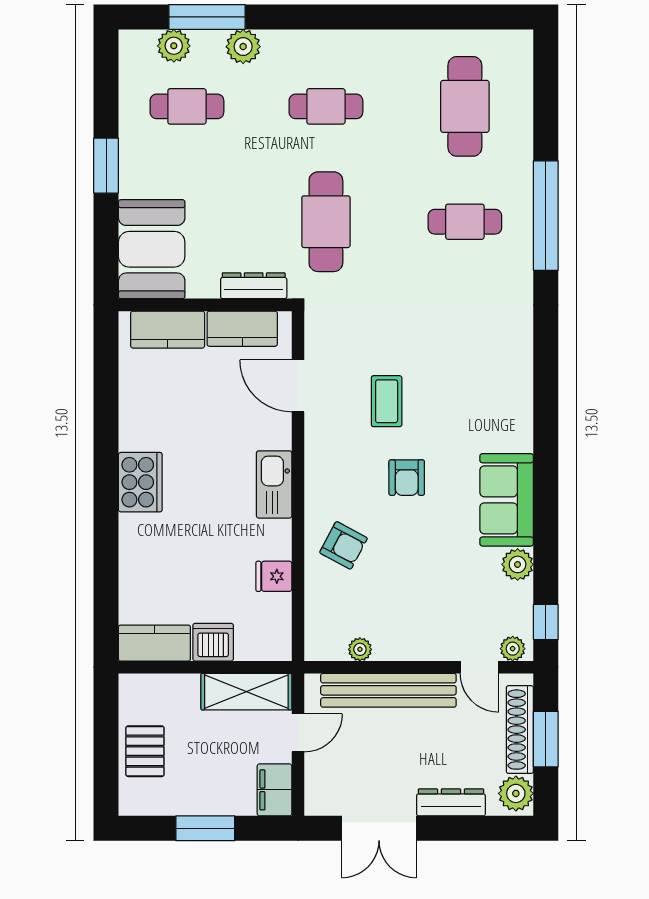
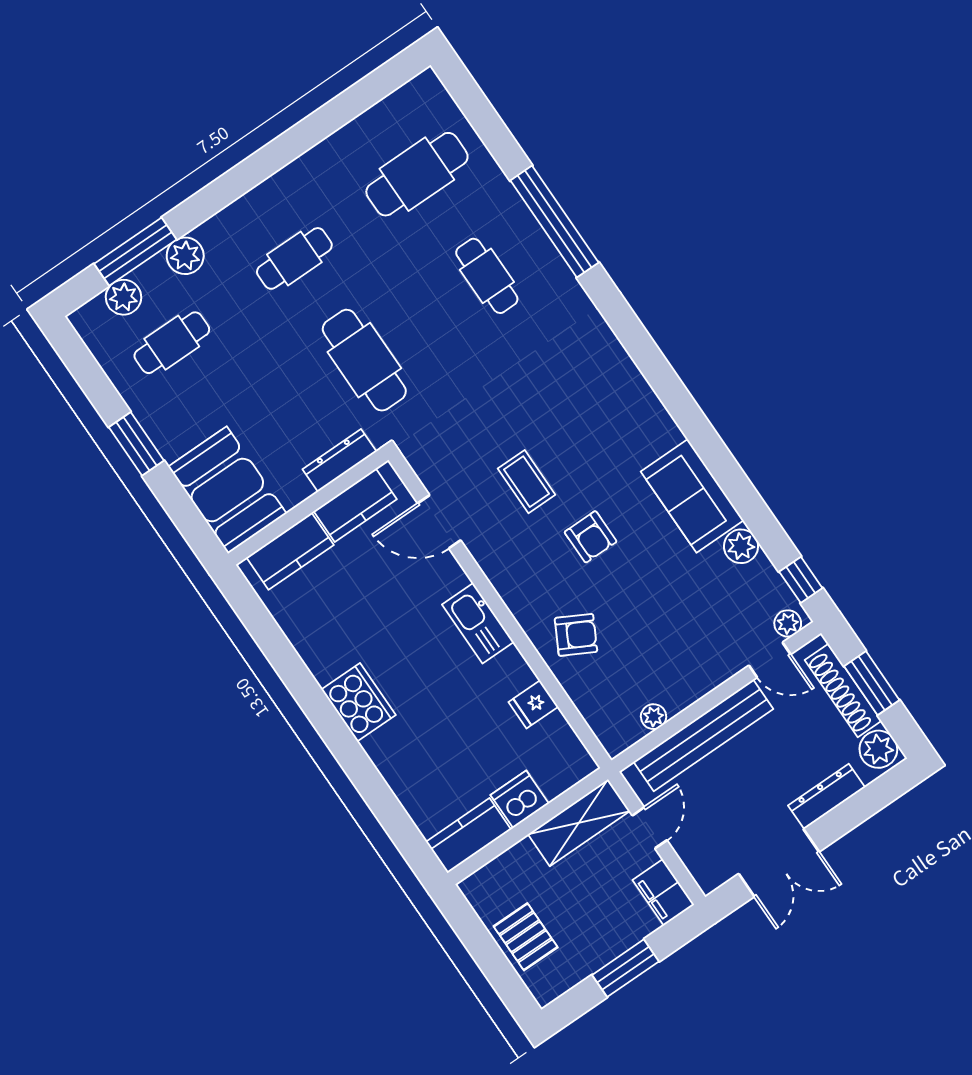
cafe table: (465, 106) -> (417, 174), turned 90
cafe table: (465, 222) -> (487, 276), turned 90

